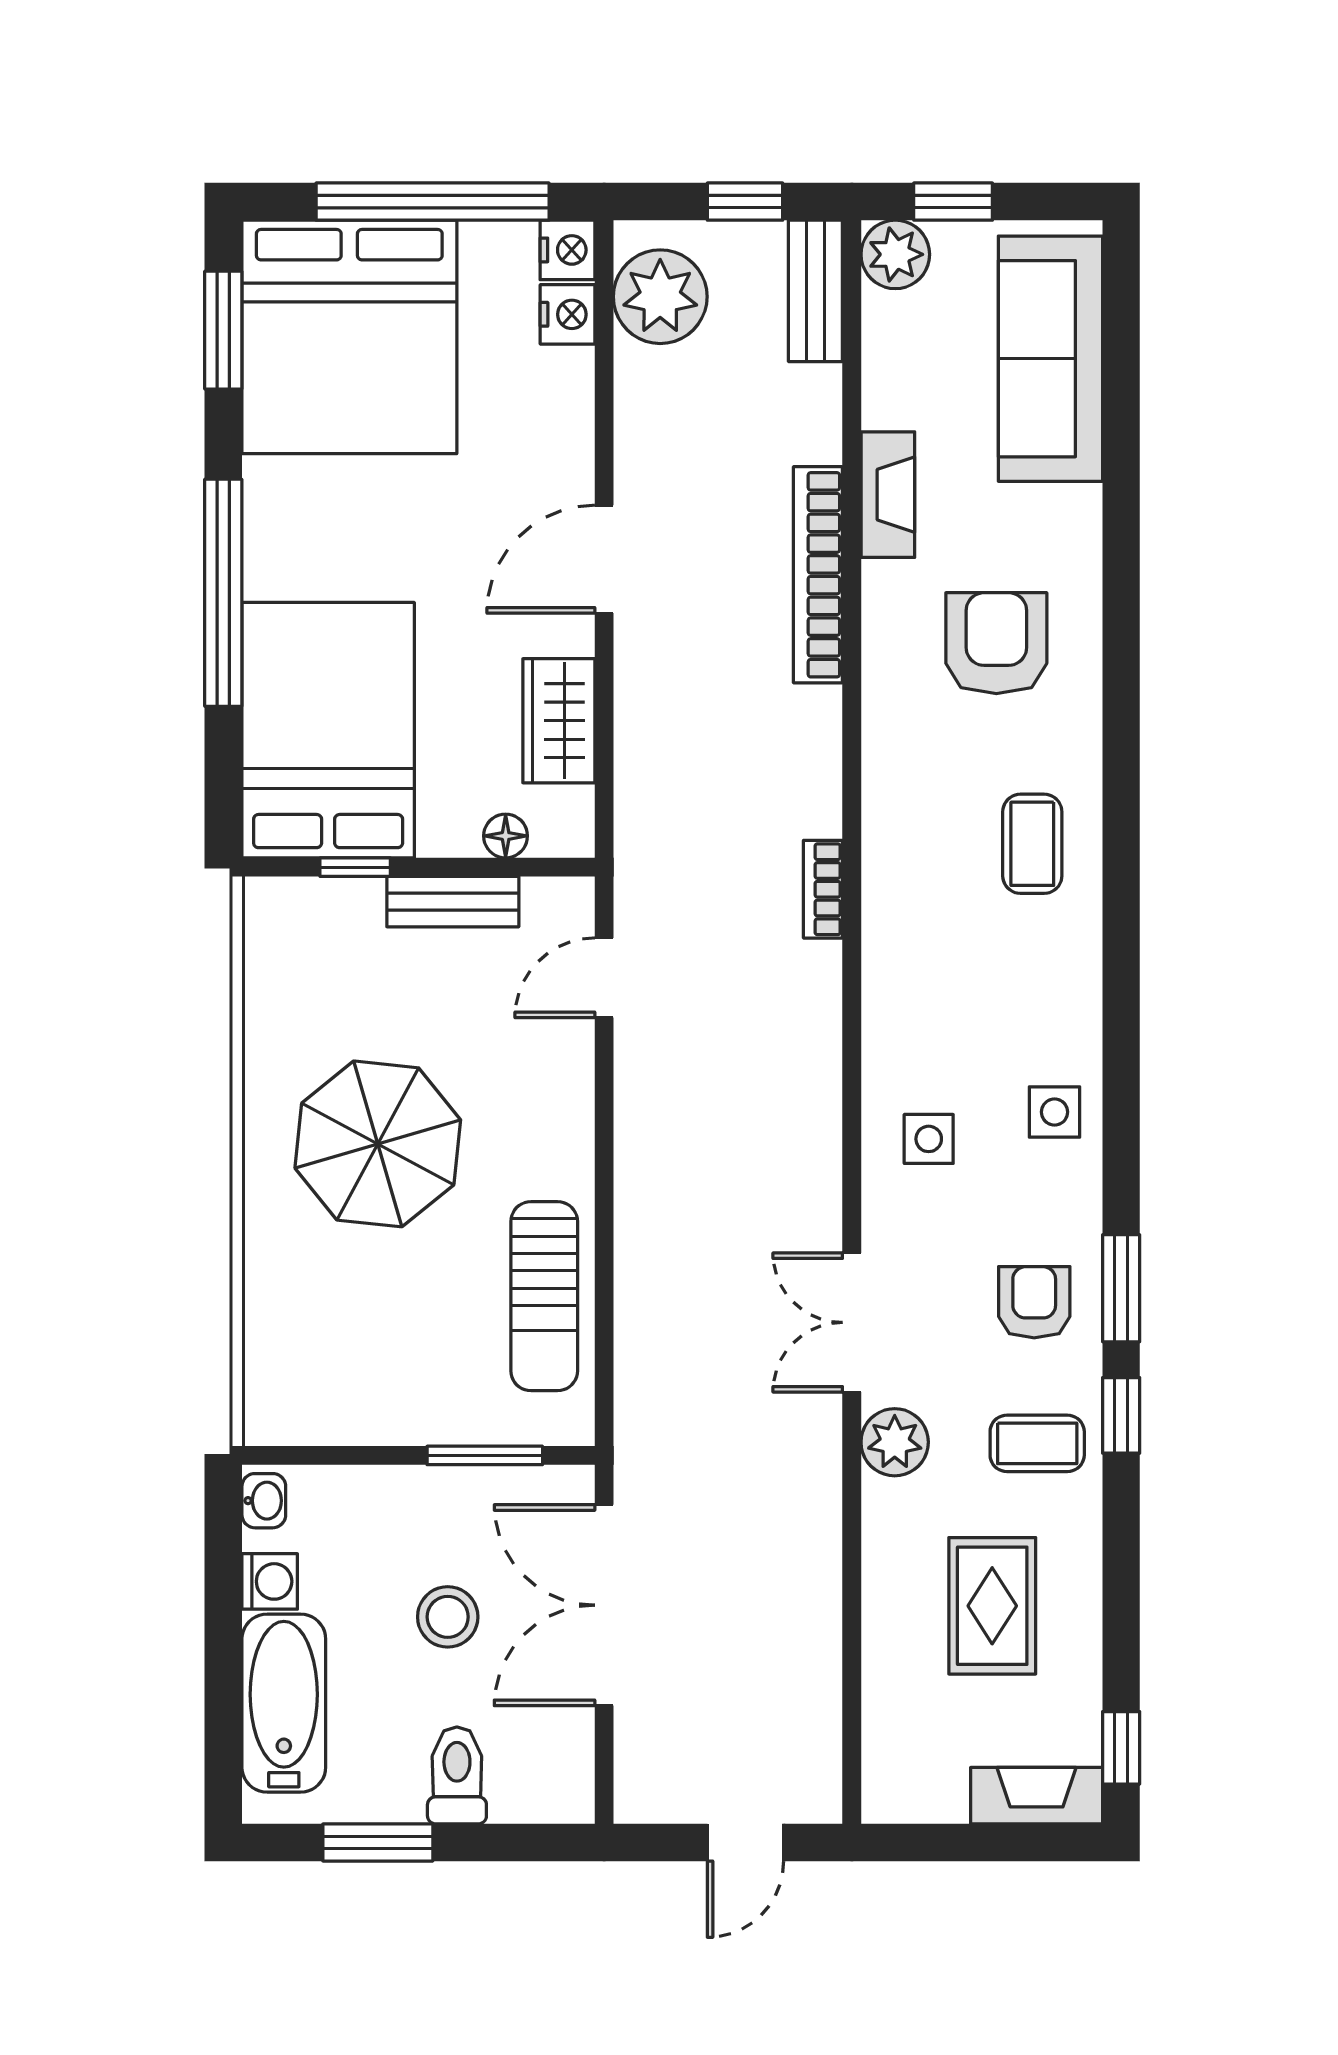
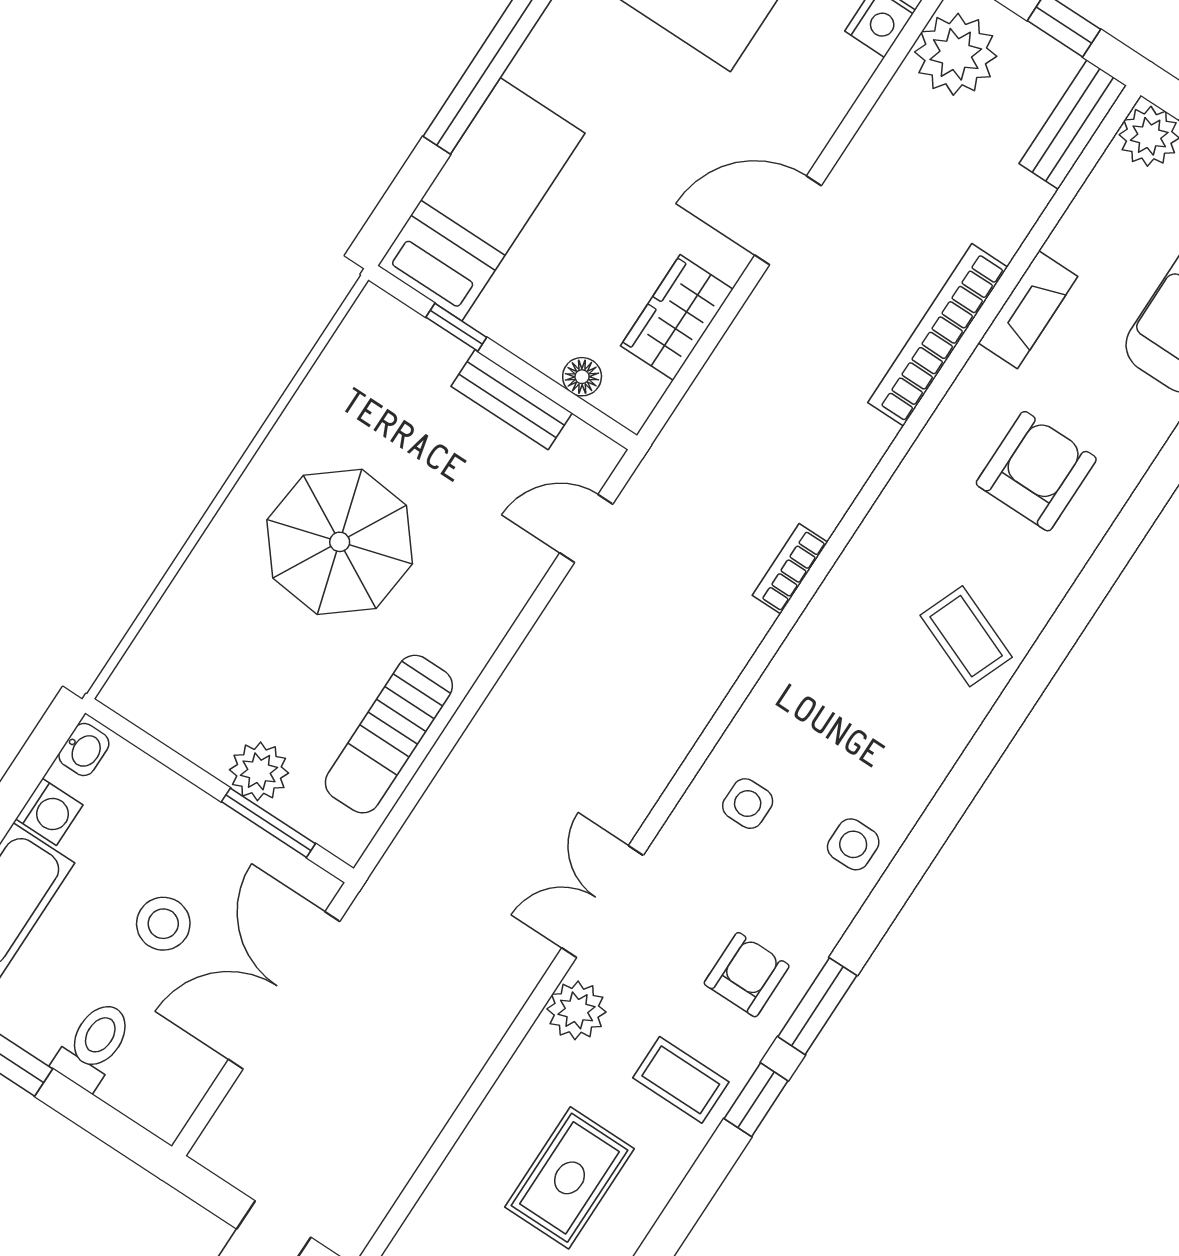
bed: (328, 730) -> (481, 199), width x0.67
coffee table: (1032, 844) -> (966, 636), turned -68
plant: (444, 1412) -> (259, 771), added

